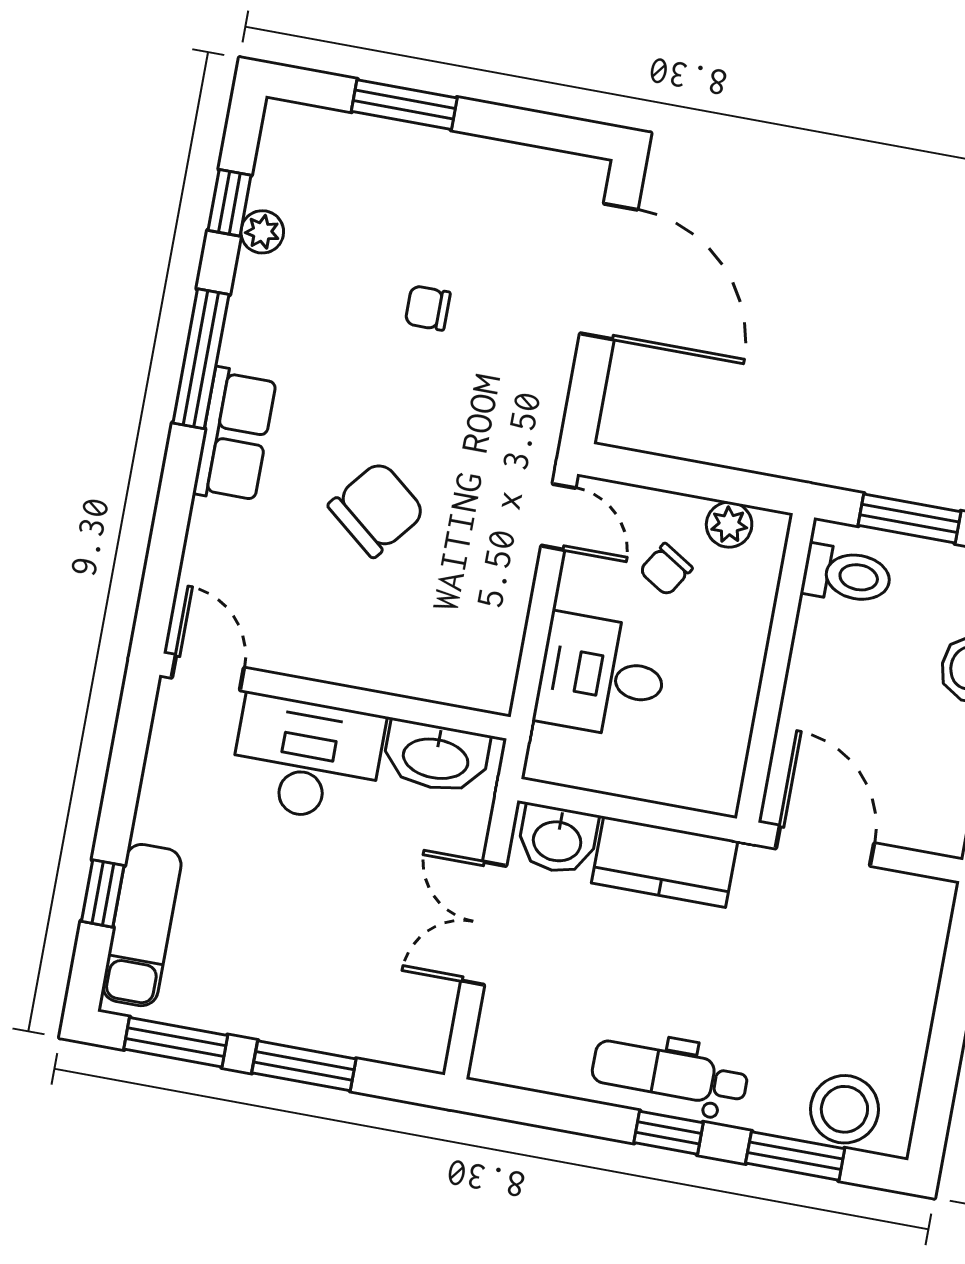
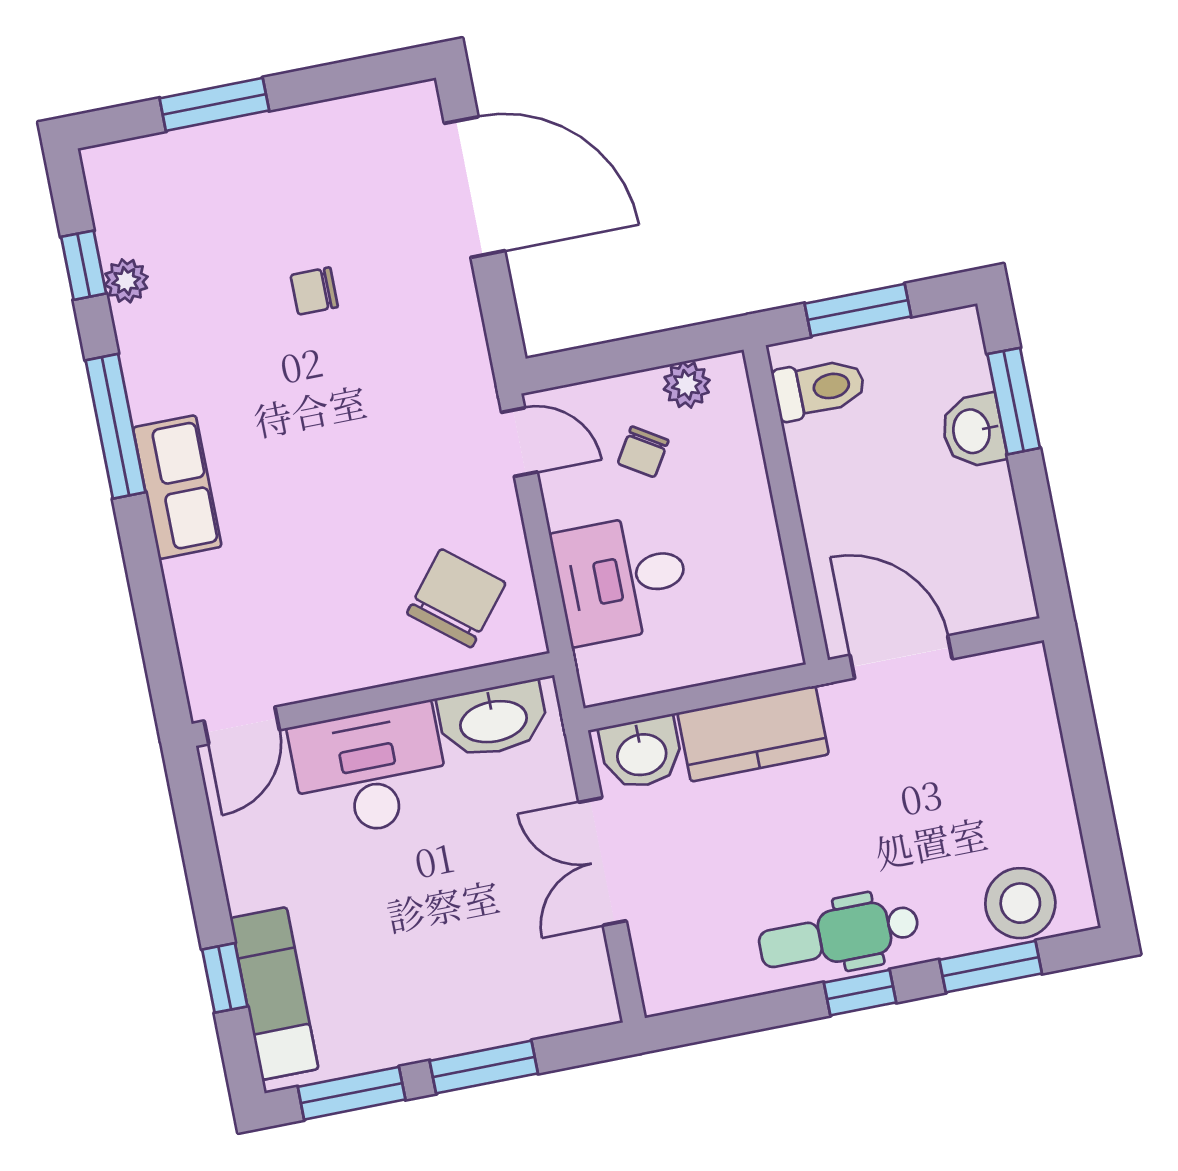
chair: (377, 509) -> (456, 598), moved
door: (208, 673) -> (242, 725), swing flipped

